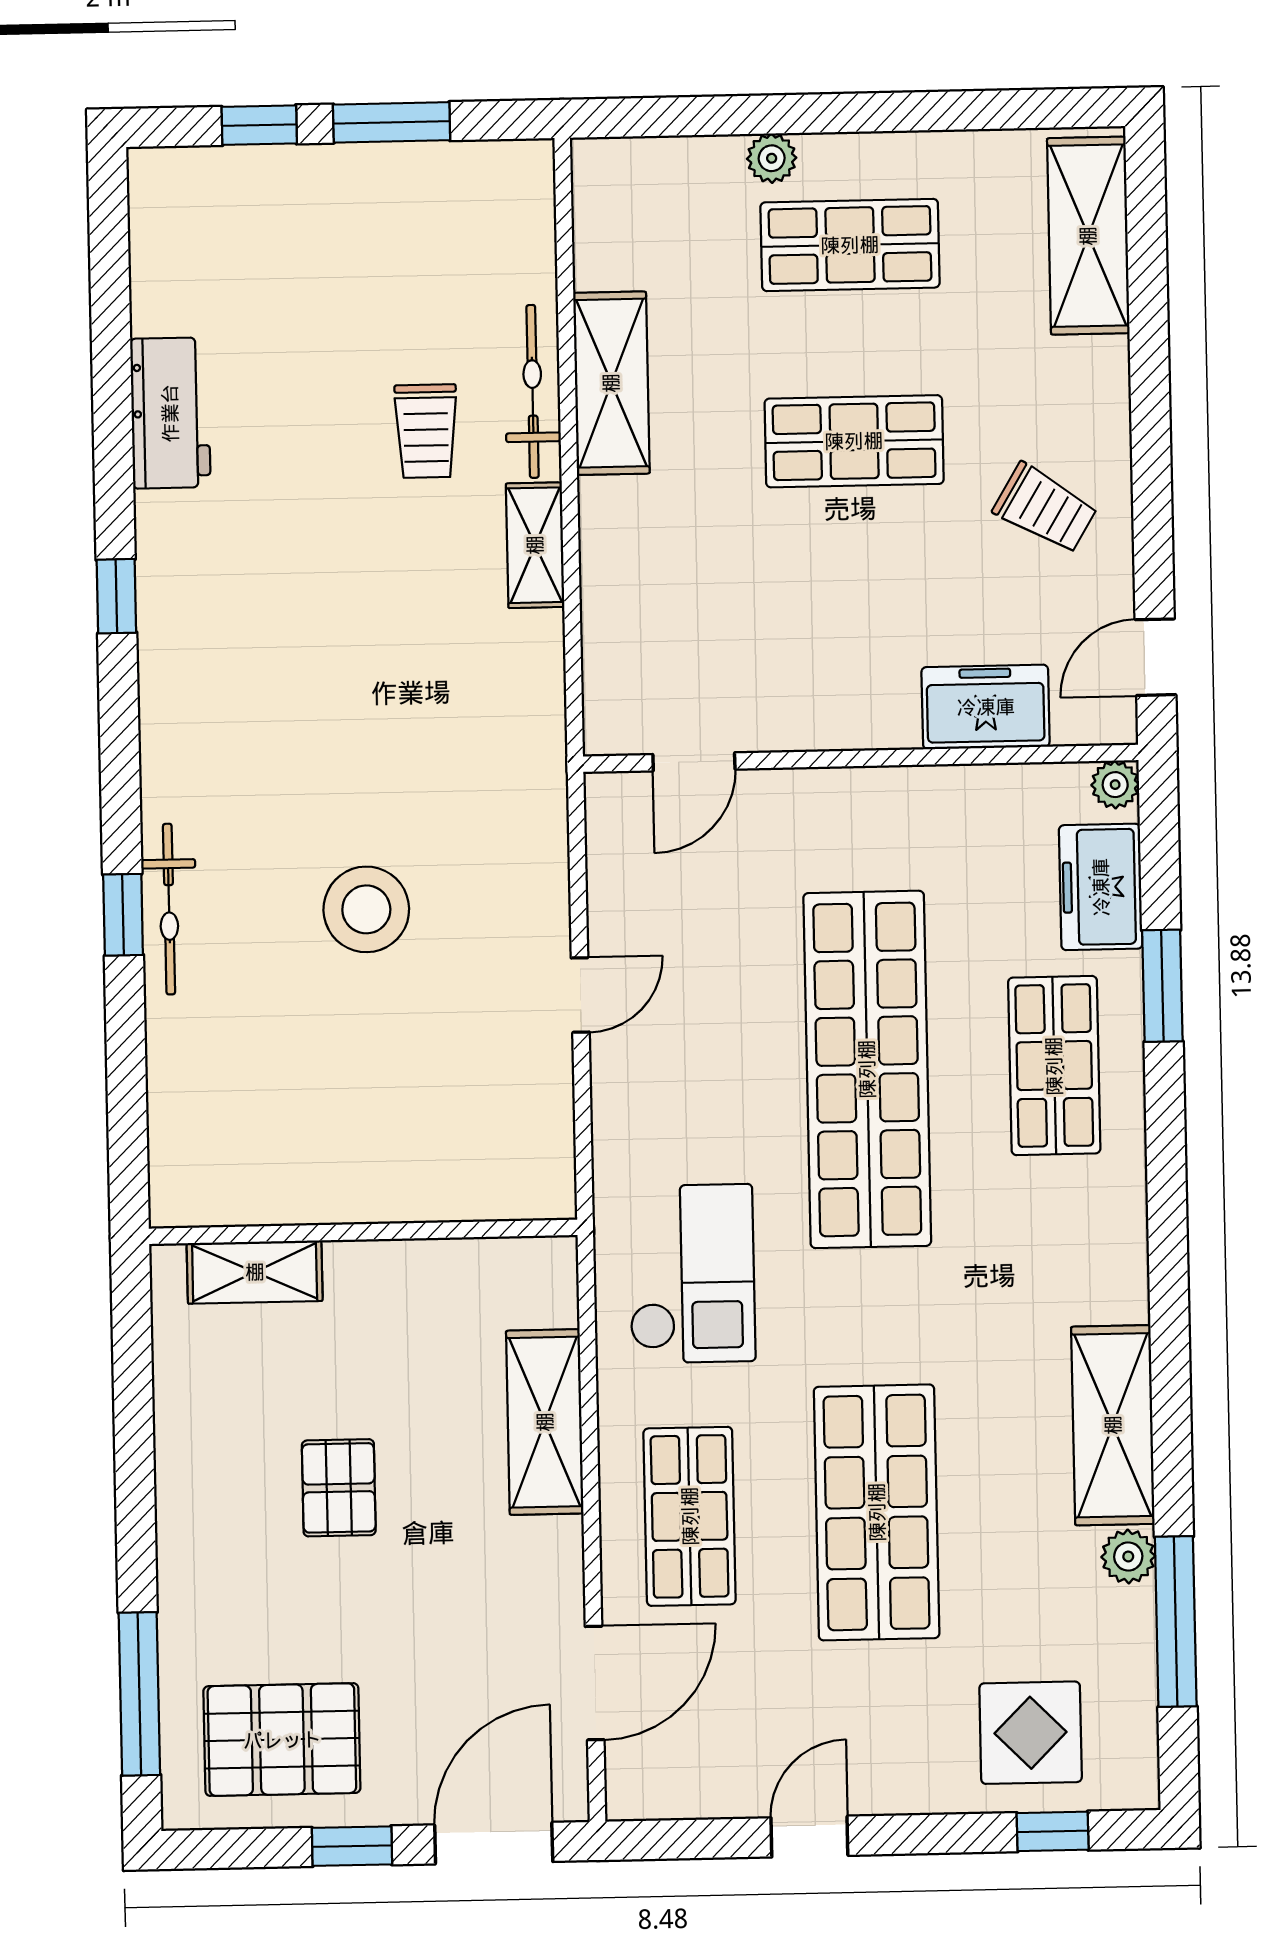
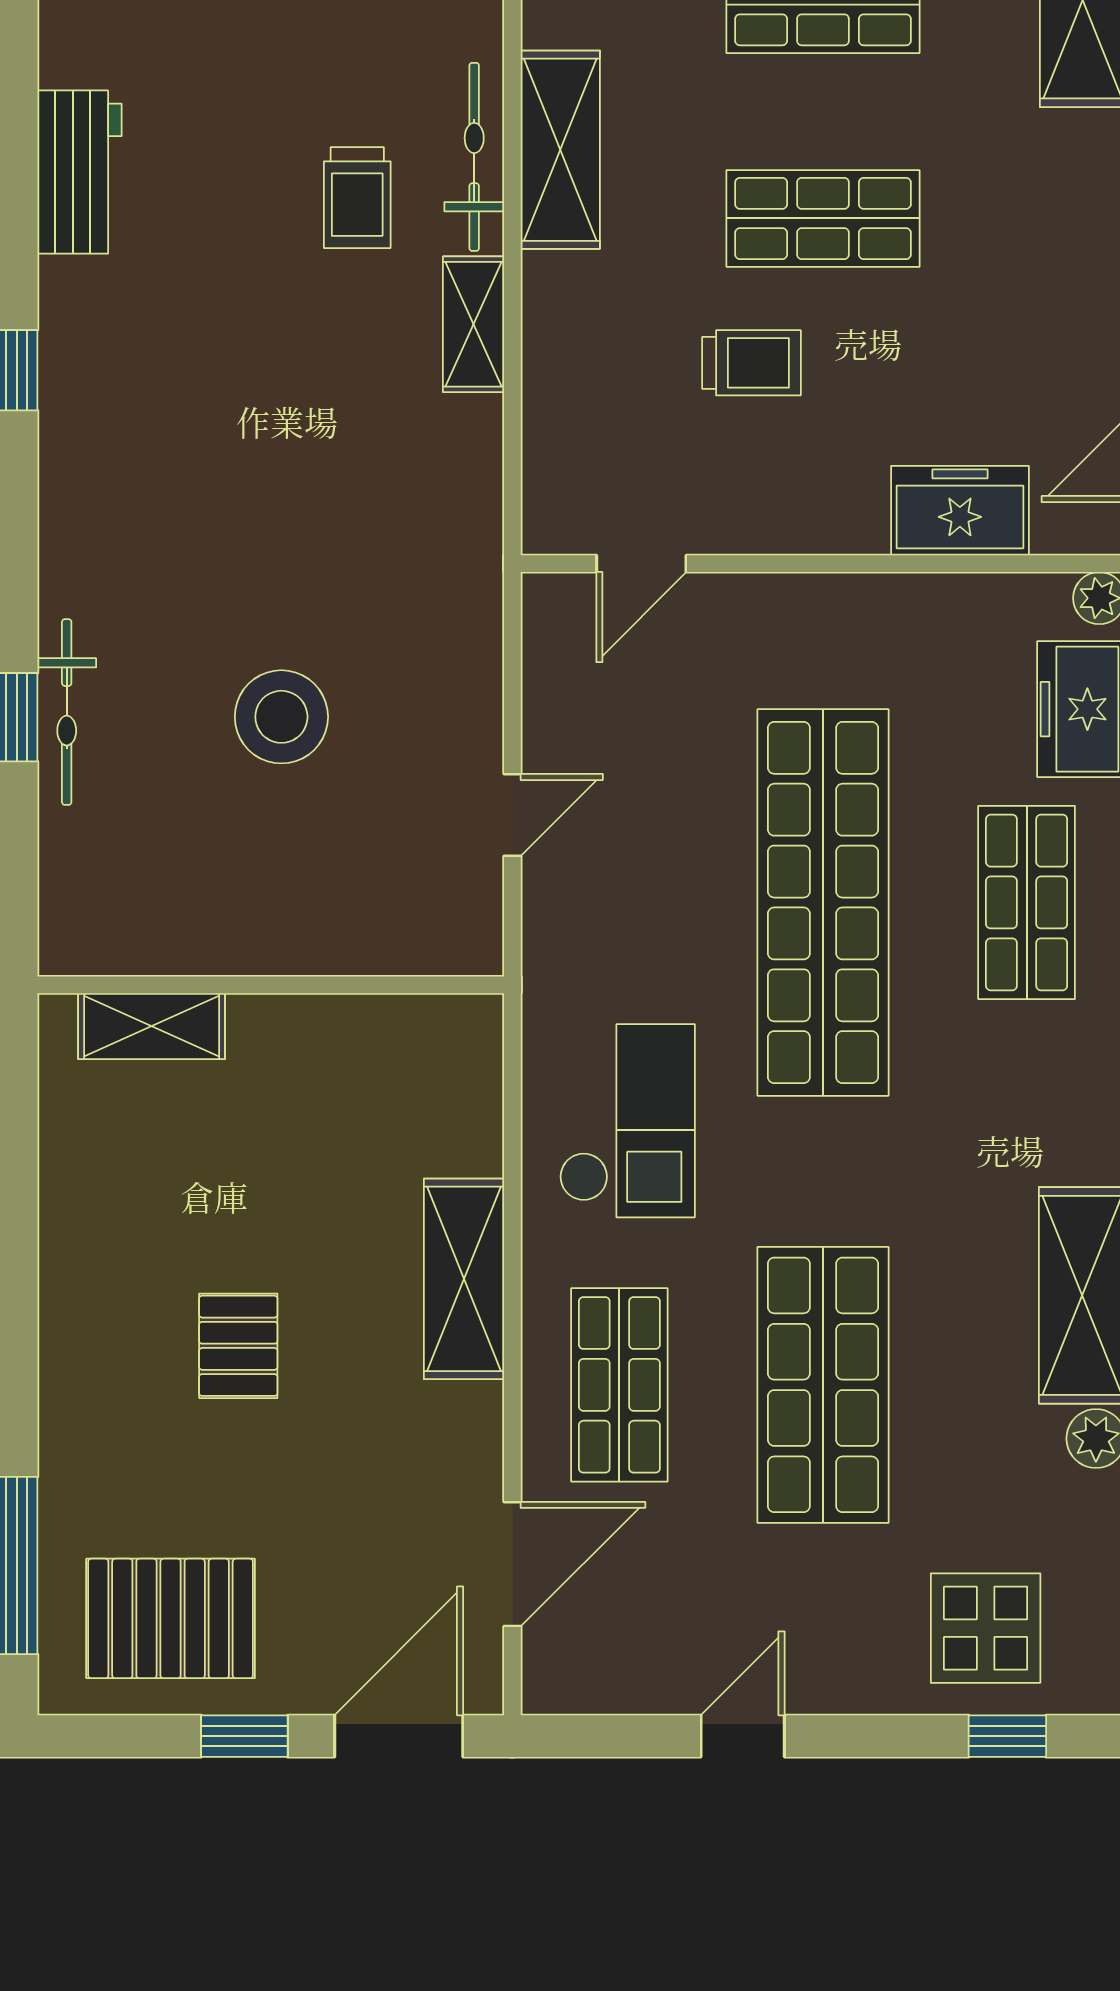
trolley: (1045, 508) -> (751, 363), moved, turned -31
wall: (363, 1232) -> (271, 985), moved
shelving: (255, 1272) -> (152, 1026), moved

